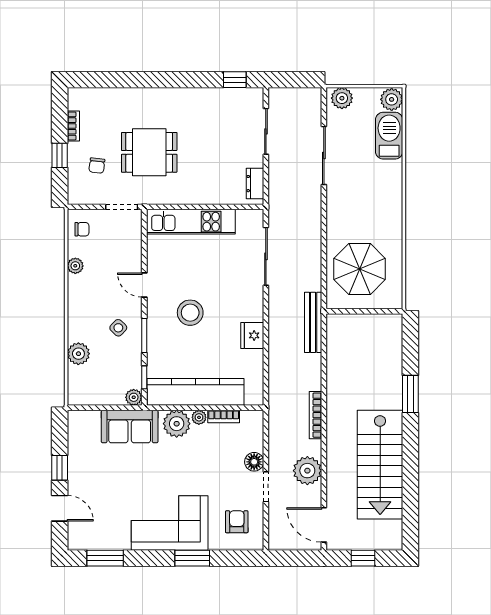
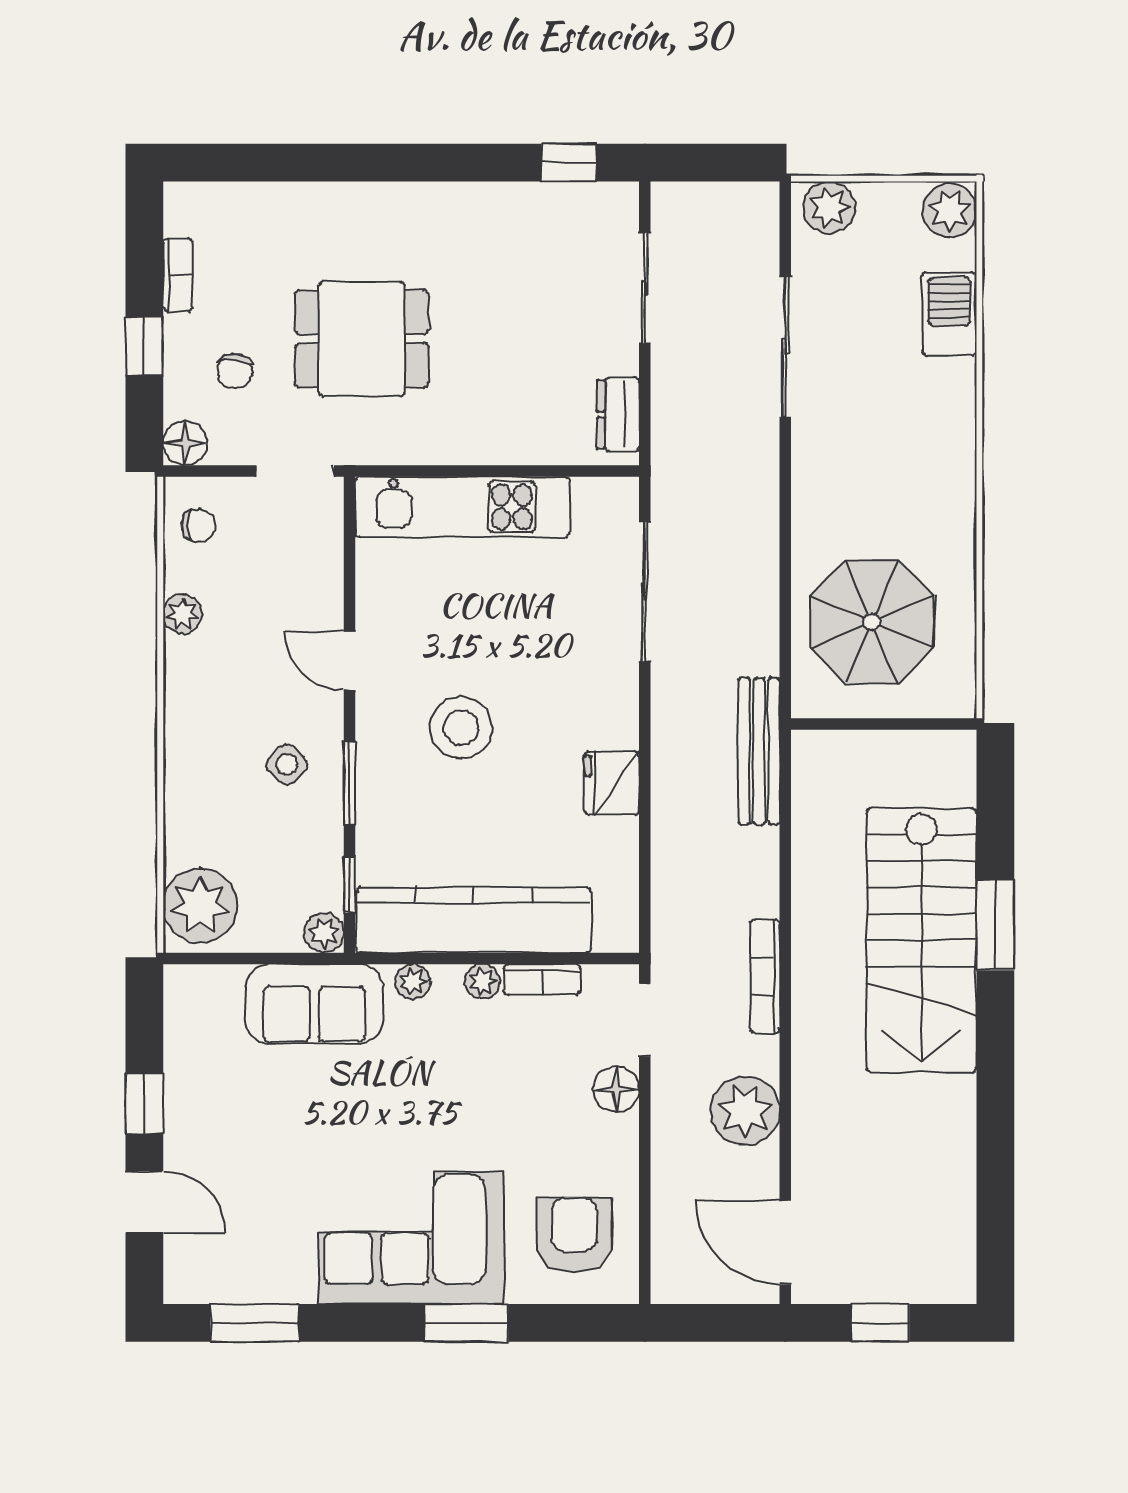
barbecue: (389, 136) -> (949, 314), width x0.73, depth x0.83
floor lamp: (76, 195) -> (185, 443), added
plant: (78, 354) -> (200, 906), moved, width x1.36, depth x1.36
plant: (177, 424) -> (413, 982), width x0.53, depth x0.53
stairs: (380, 465) -> (921, 940), moved
doorway: (266, 487) -> (645, 1020), moved
armchair: (237, 522) -> (574, 1235), width x1.38, depth x1.38

